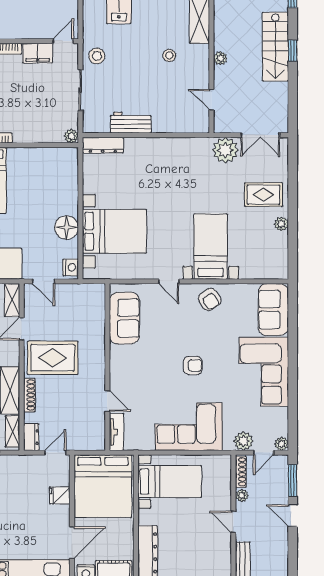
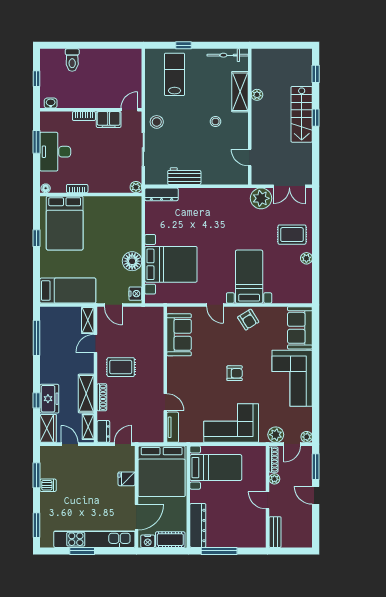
plant: (220, 58) -> (257, 95), moved
rug: (53, 358) -> (121, 367), width x0.73, depth x0.70

